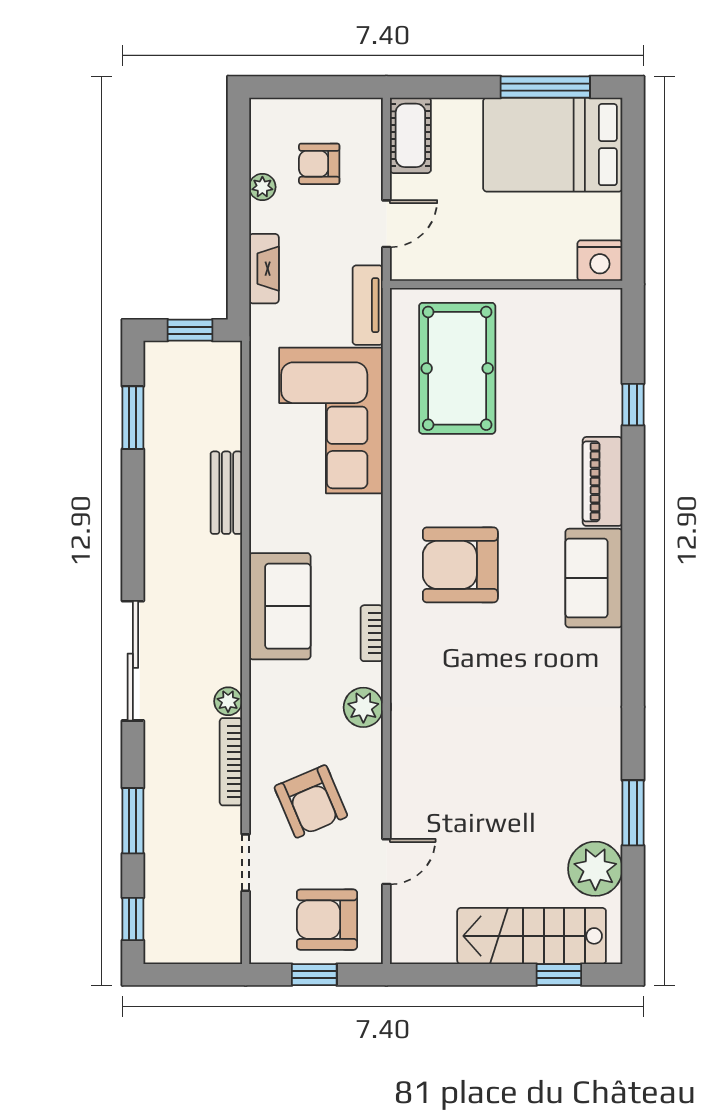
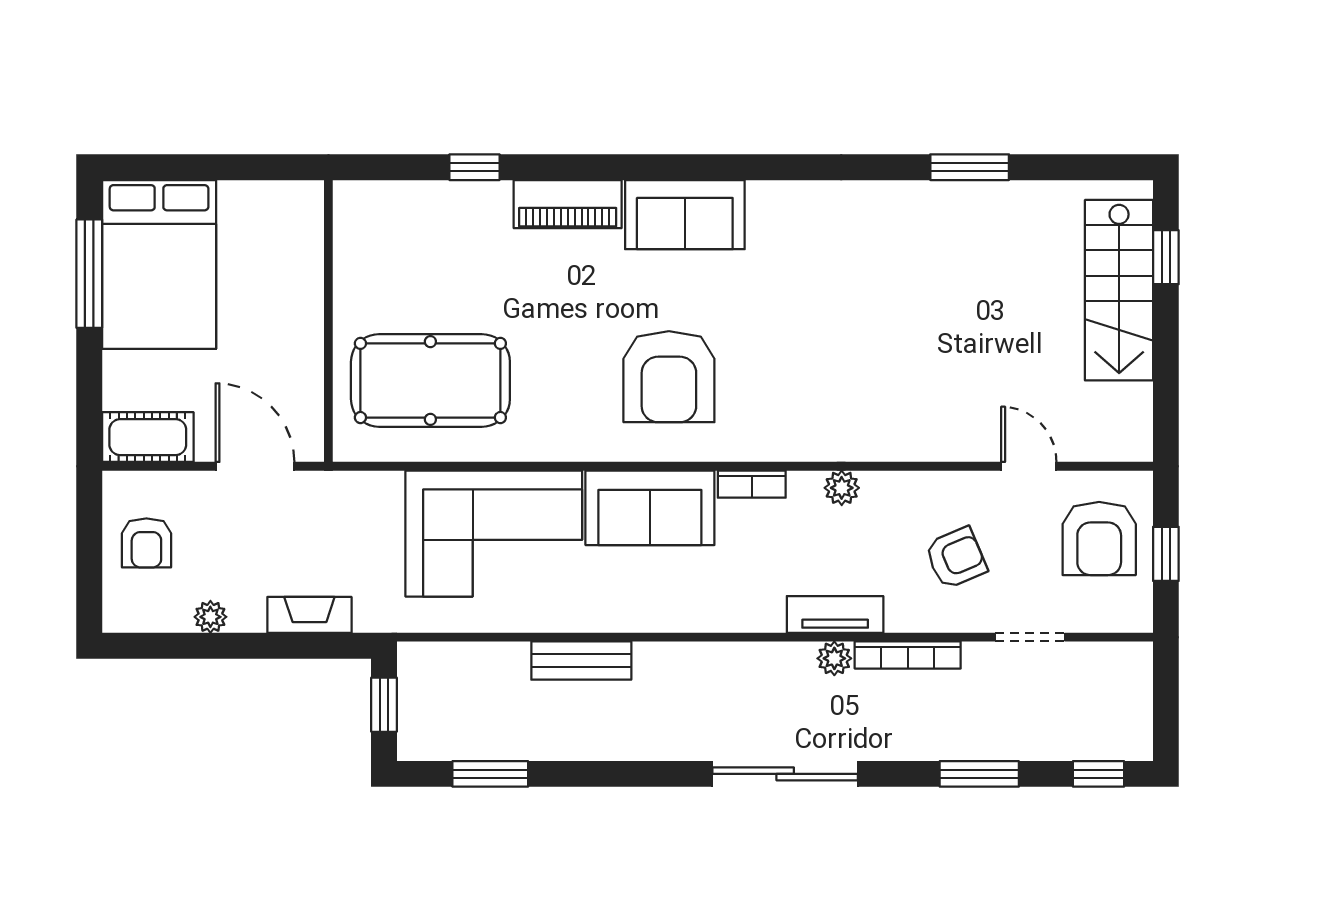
armchair: (319, 164) -> (146, 543), moved
door: (386, 224) -> (255, 466), width x1.38
nightstand: (600, 261) -> (300, 207), removed
tv unit: (368, 305) -> (835, 614), moved, turned 180
sofa: (280, 606) -> (650, 508), moved, turned 180
plant: (363, 707) -> (842, 488), width x0.73, depth x0.73
armchair: (311, 801) -> (956, 558), width x0.72, depth x0.72
plant: (595, 869) -> (1038, 213), removed

